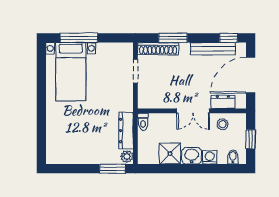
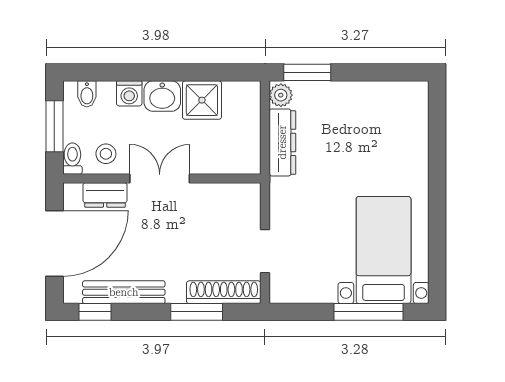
toilet: (143, 122) -> (72, 159), moved
window: (251, 139) -> (54, 126), width x1.50

